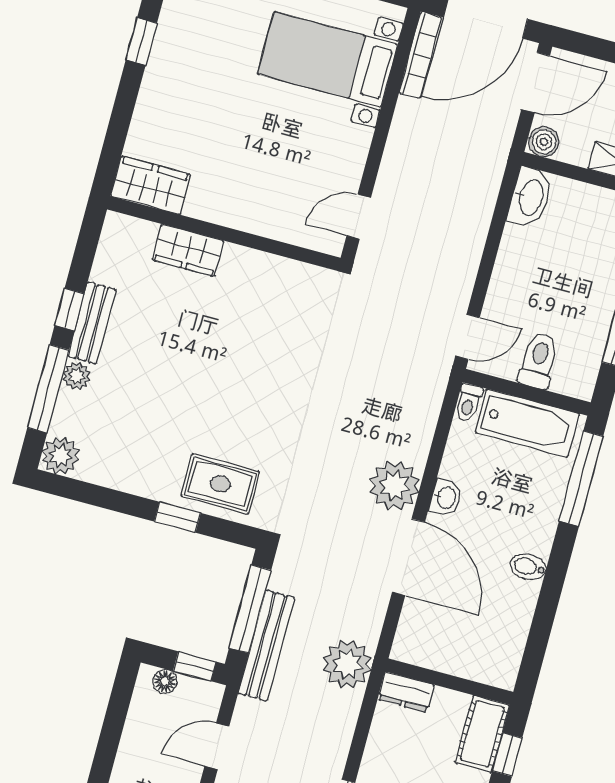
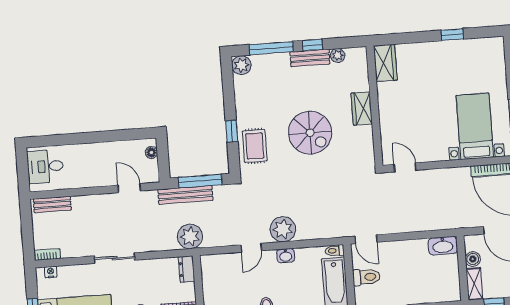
boiler: (544, 142) -> (473, 259), moved
wardrobe: (188, 250) -> (362, 109), moved
spiral stairs: (232, 372) -> (310, 133), added
plant: (77, 376) -> (338, 55), moved
door: (408, 557) -> (251, 248), width x0.53
window: (195, 666) -> (163, 164), removed

